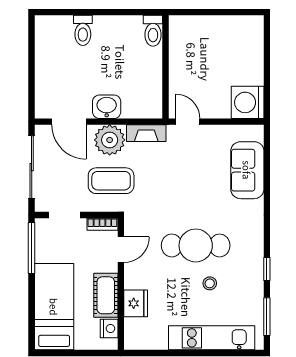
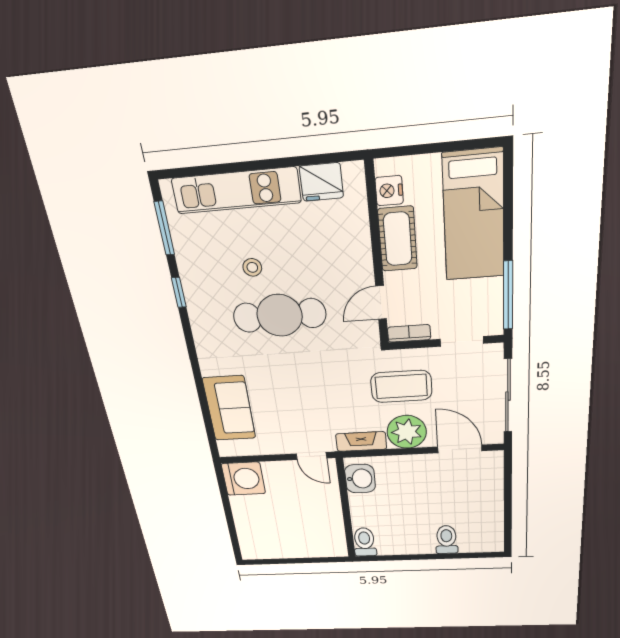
washbasin: (107, 107) -> (360, 479), moved, turned -90
fridge: (136, 303) -> (321, 182), moved, turned -90

